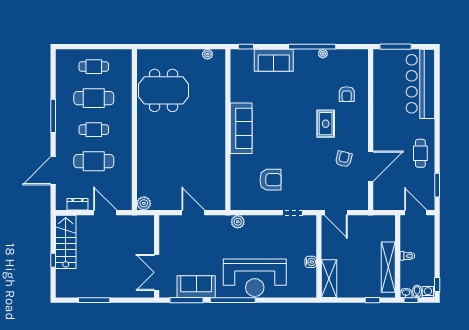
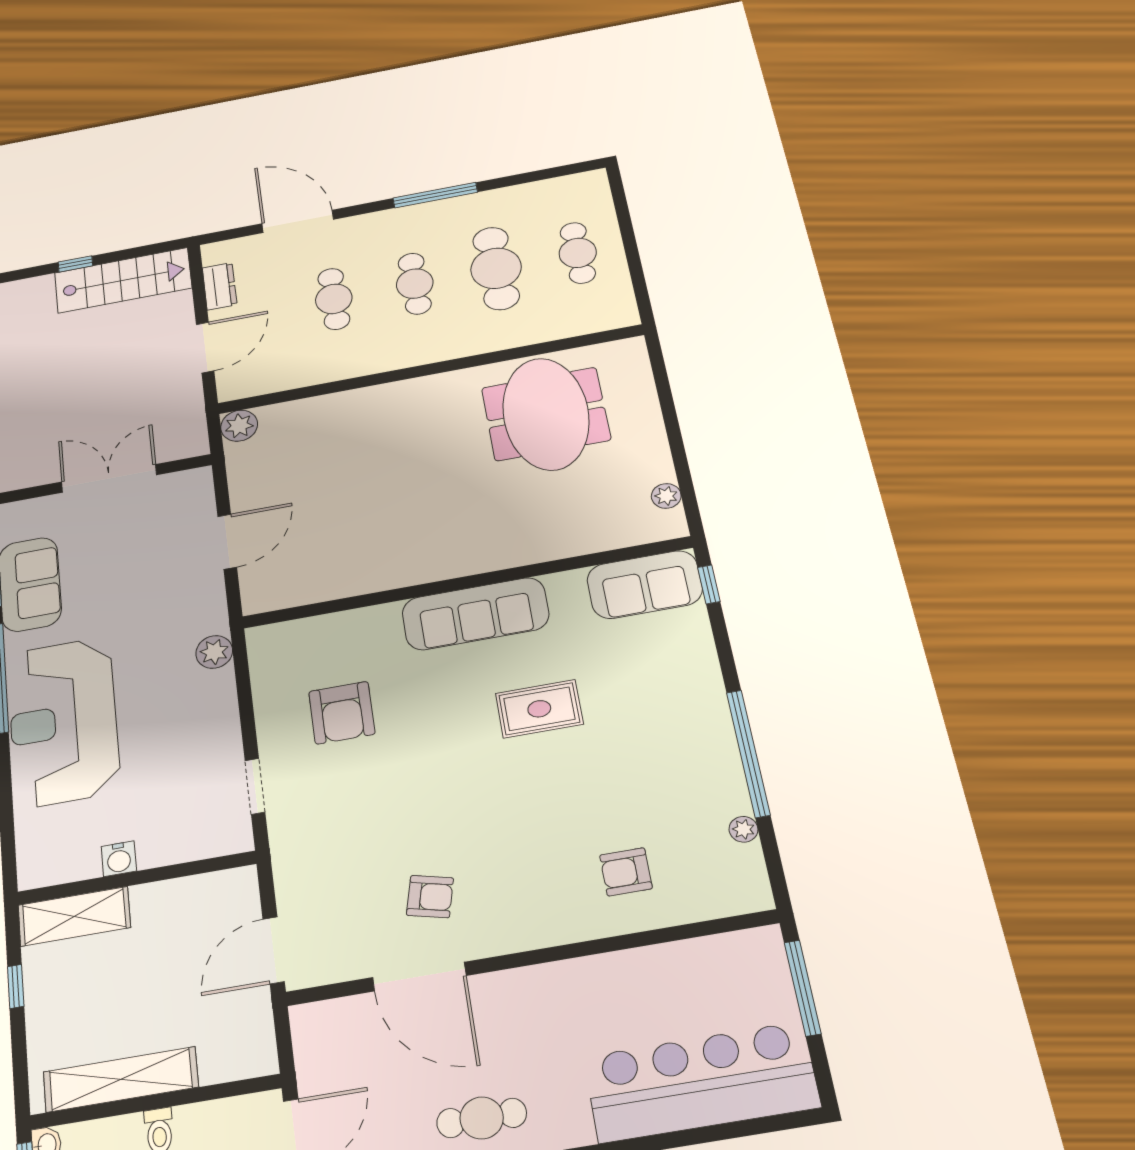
plant: (323, 54) -> (743, 829), moved
sofa: (274, 60) -> (645, 585), moved, turned -90
rug: (326, 124) -> (539, 709), moved
cafe table: (94, 161) -> (334, 299), width x0.73, depth x0.74
door: (336, 213) -> (274, 950), moved
double door: (157, 272) -> (109, 478), moved
window: (373, 300) -> (16, 986), moved

